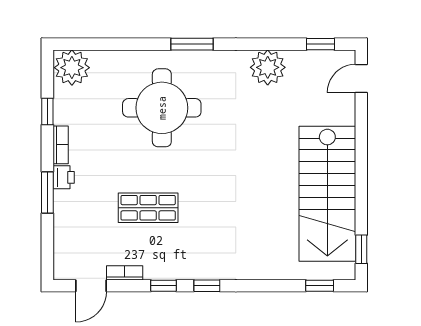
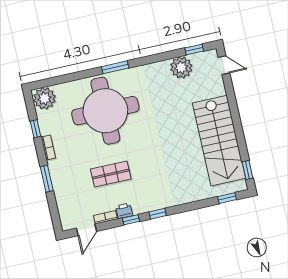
plant: (268, 67) -> (181, 67), moved
door: (361, 79) -> (224, 65), swing flipped
round table: (162, 108) -> (105, 111), width x1.36, depth x1.36
printer: (64, 177) -> (124, 211), moved, turned -90

